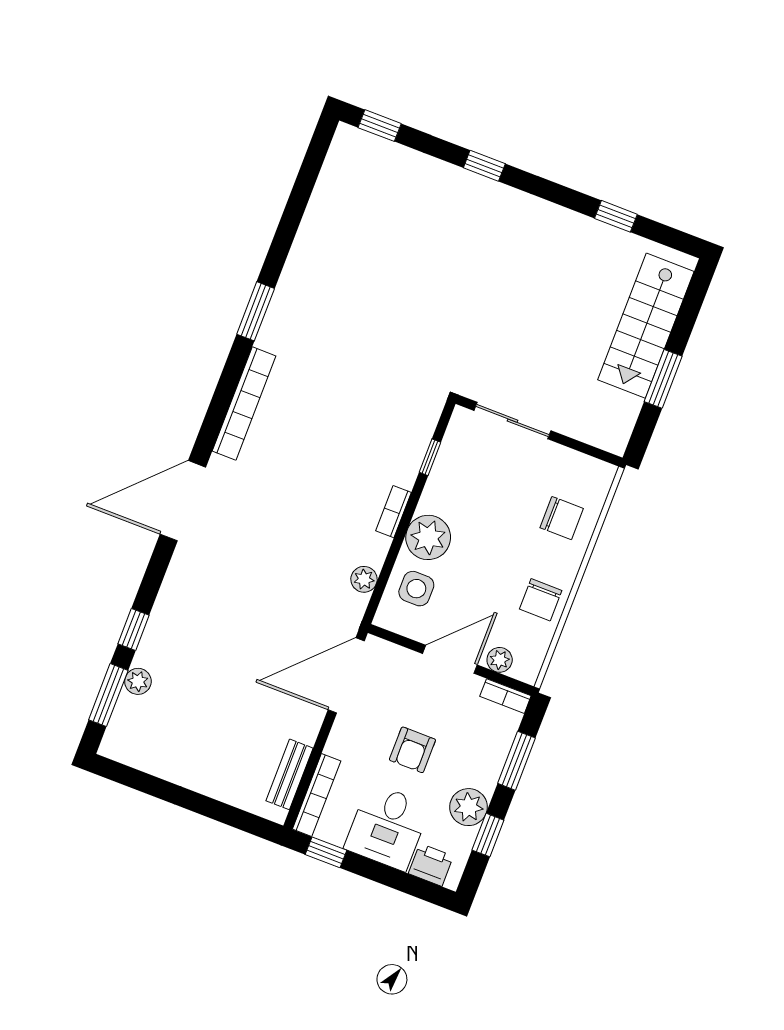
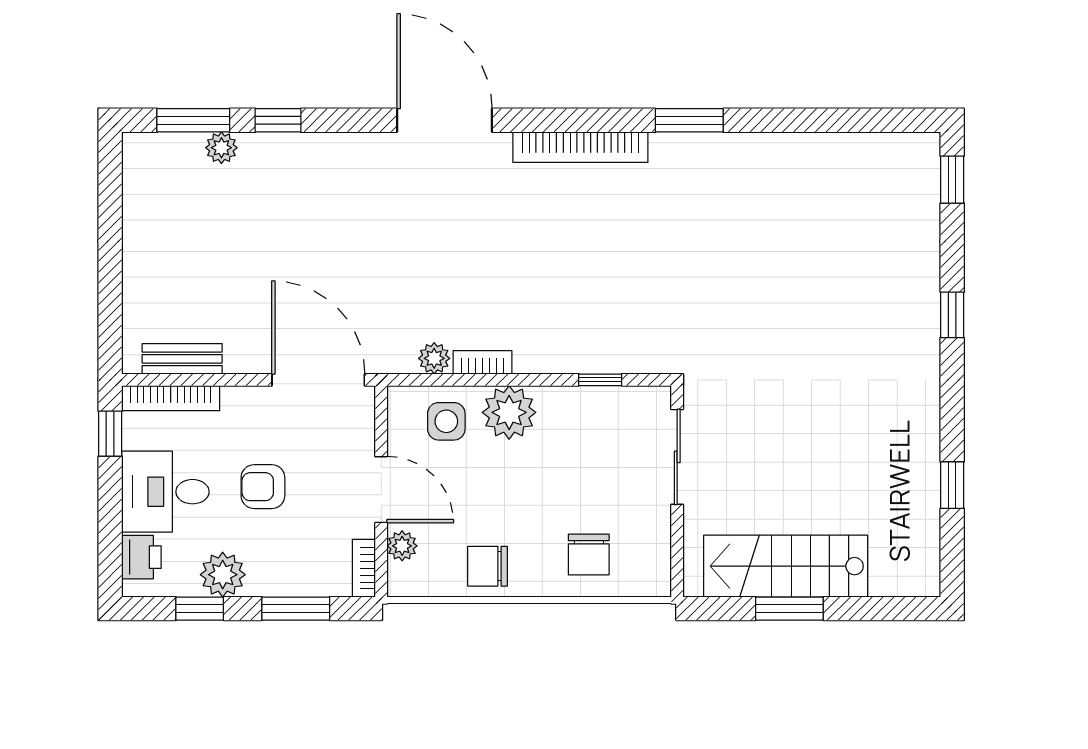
stairs: (646, 326) -> (786, 566), moved
bookcase: (394, 512) -> (482, 362), moved

